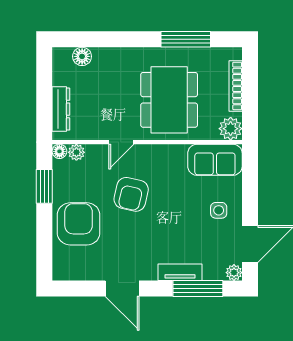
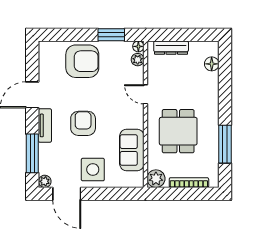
dining table: (169, 100) -> (178, 131), width x0.73
sofa: (215, 160) -> (132, 150), moved
armchair: (131, 194) -> (83, 123), moved, turned 77
side table: (219, 210) -> (93, 170), width x1.87, depth x1.87
tv unit: (180, 272) -> (45, 125), moved

